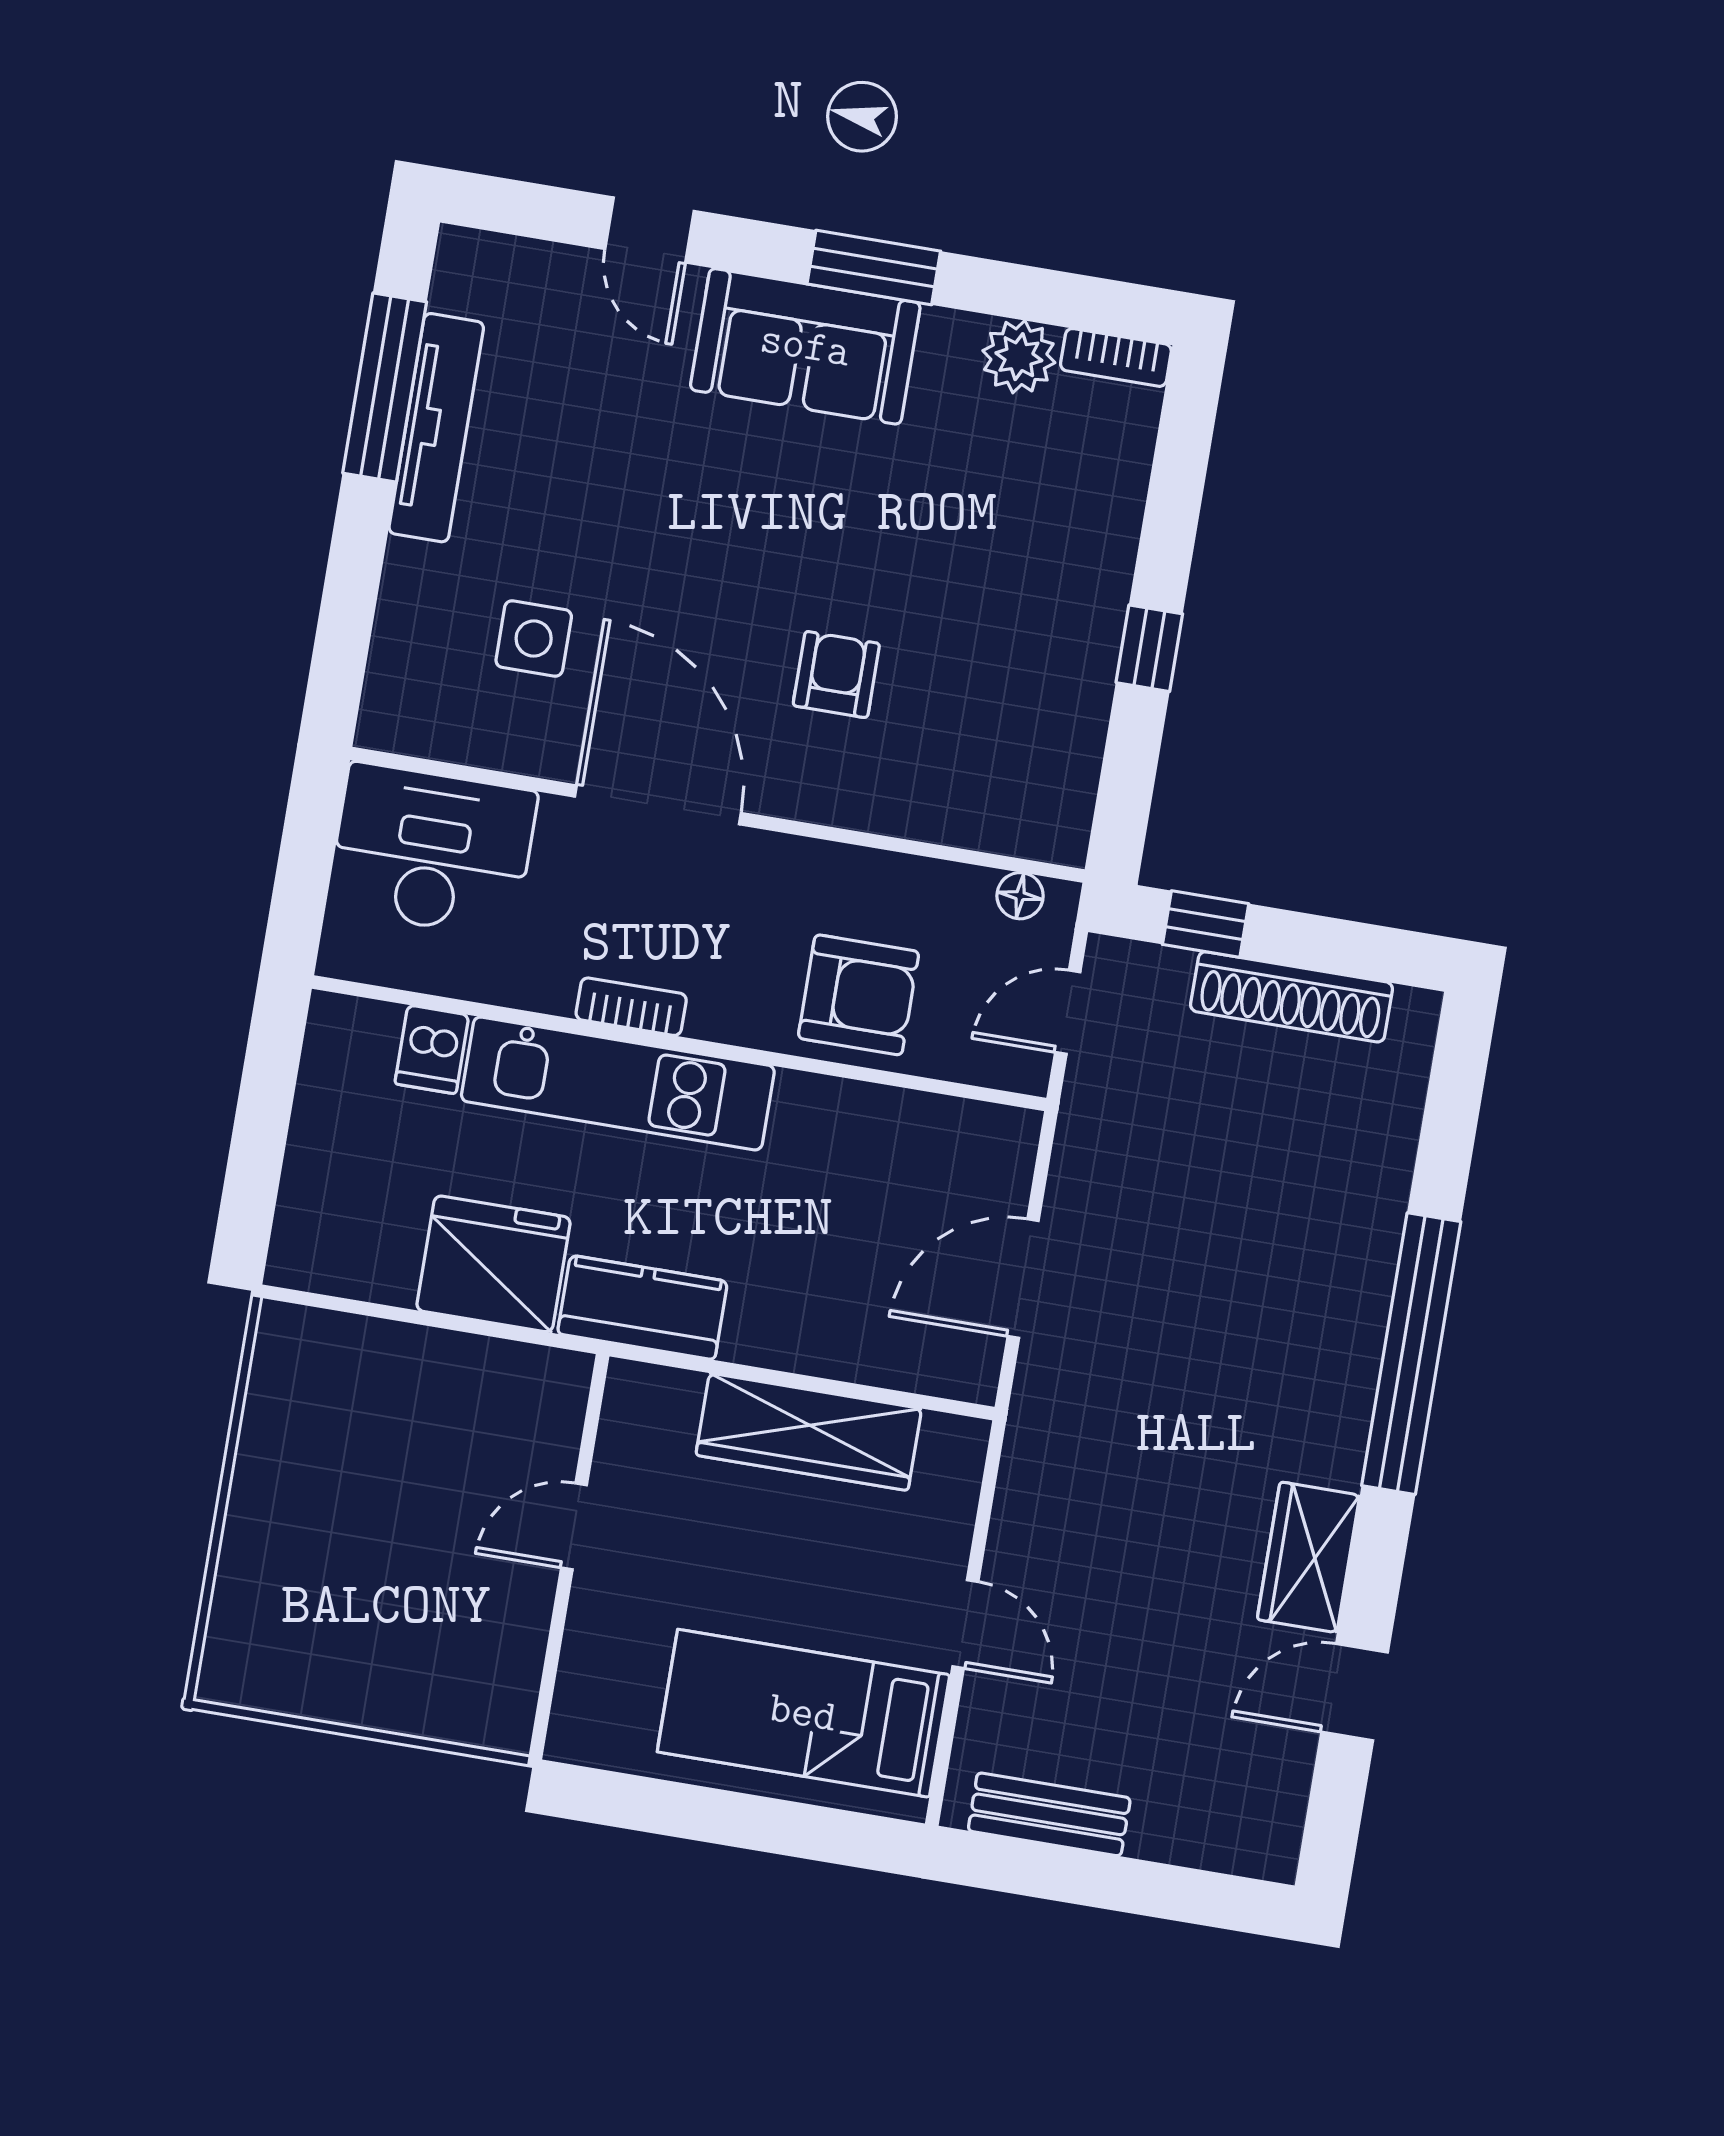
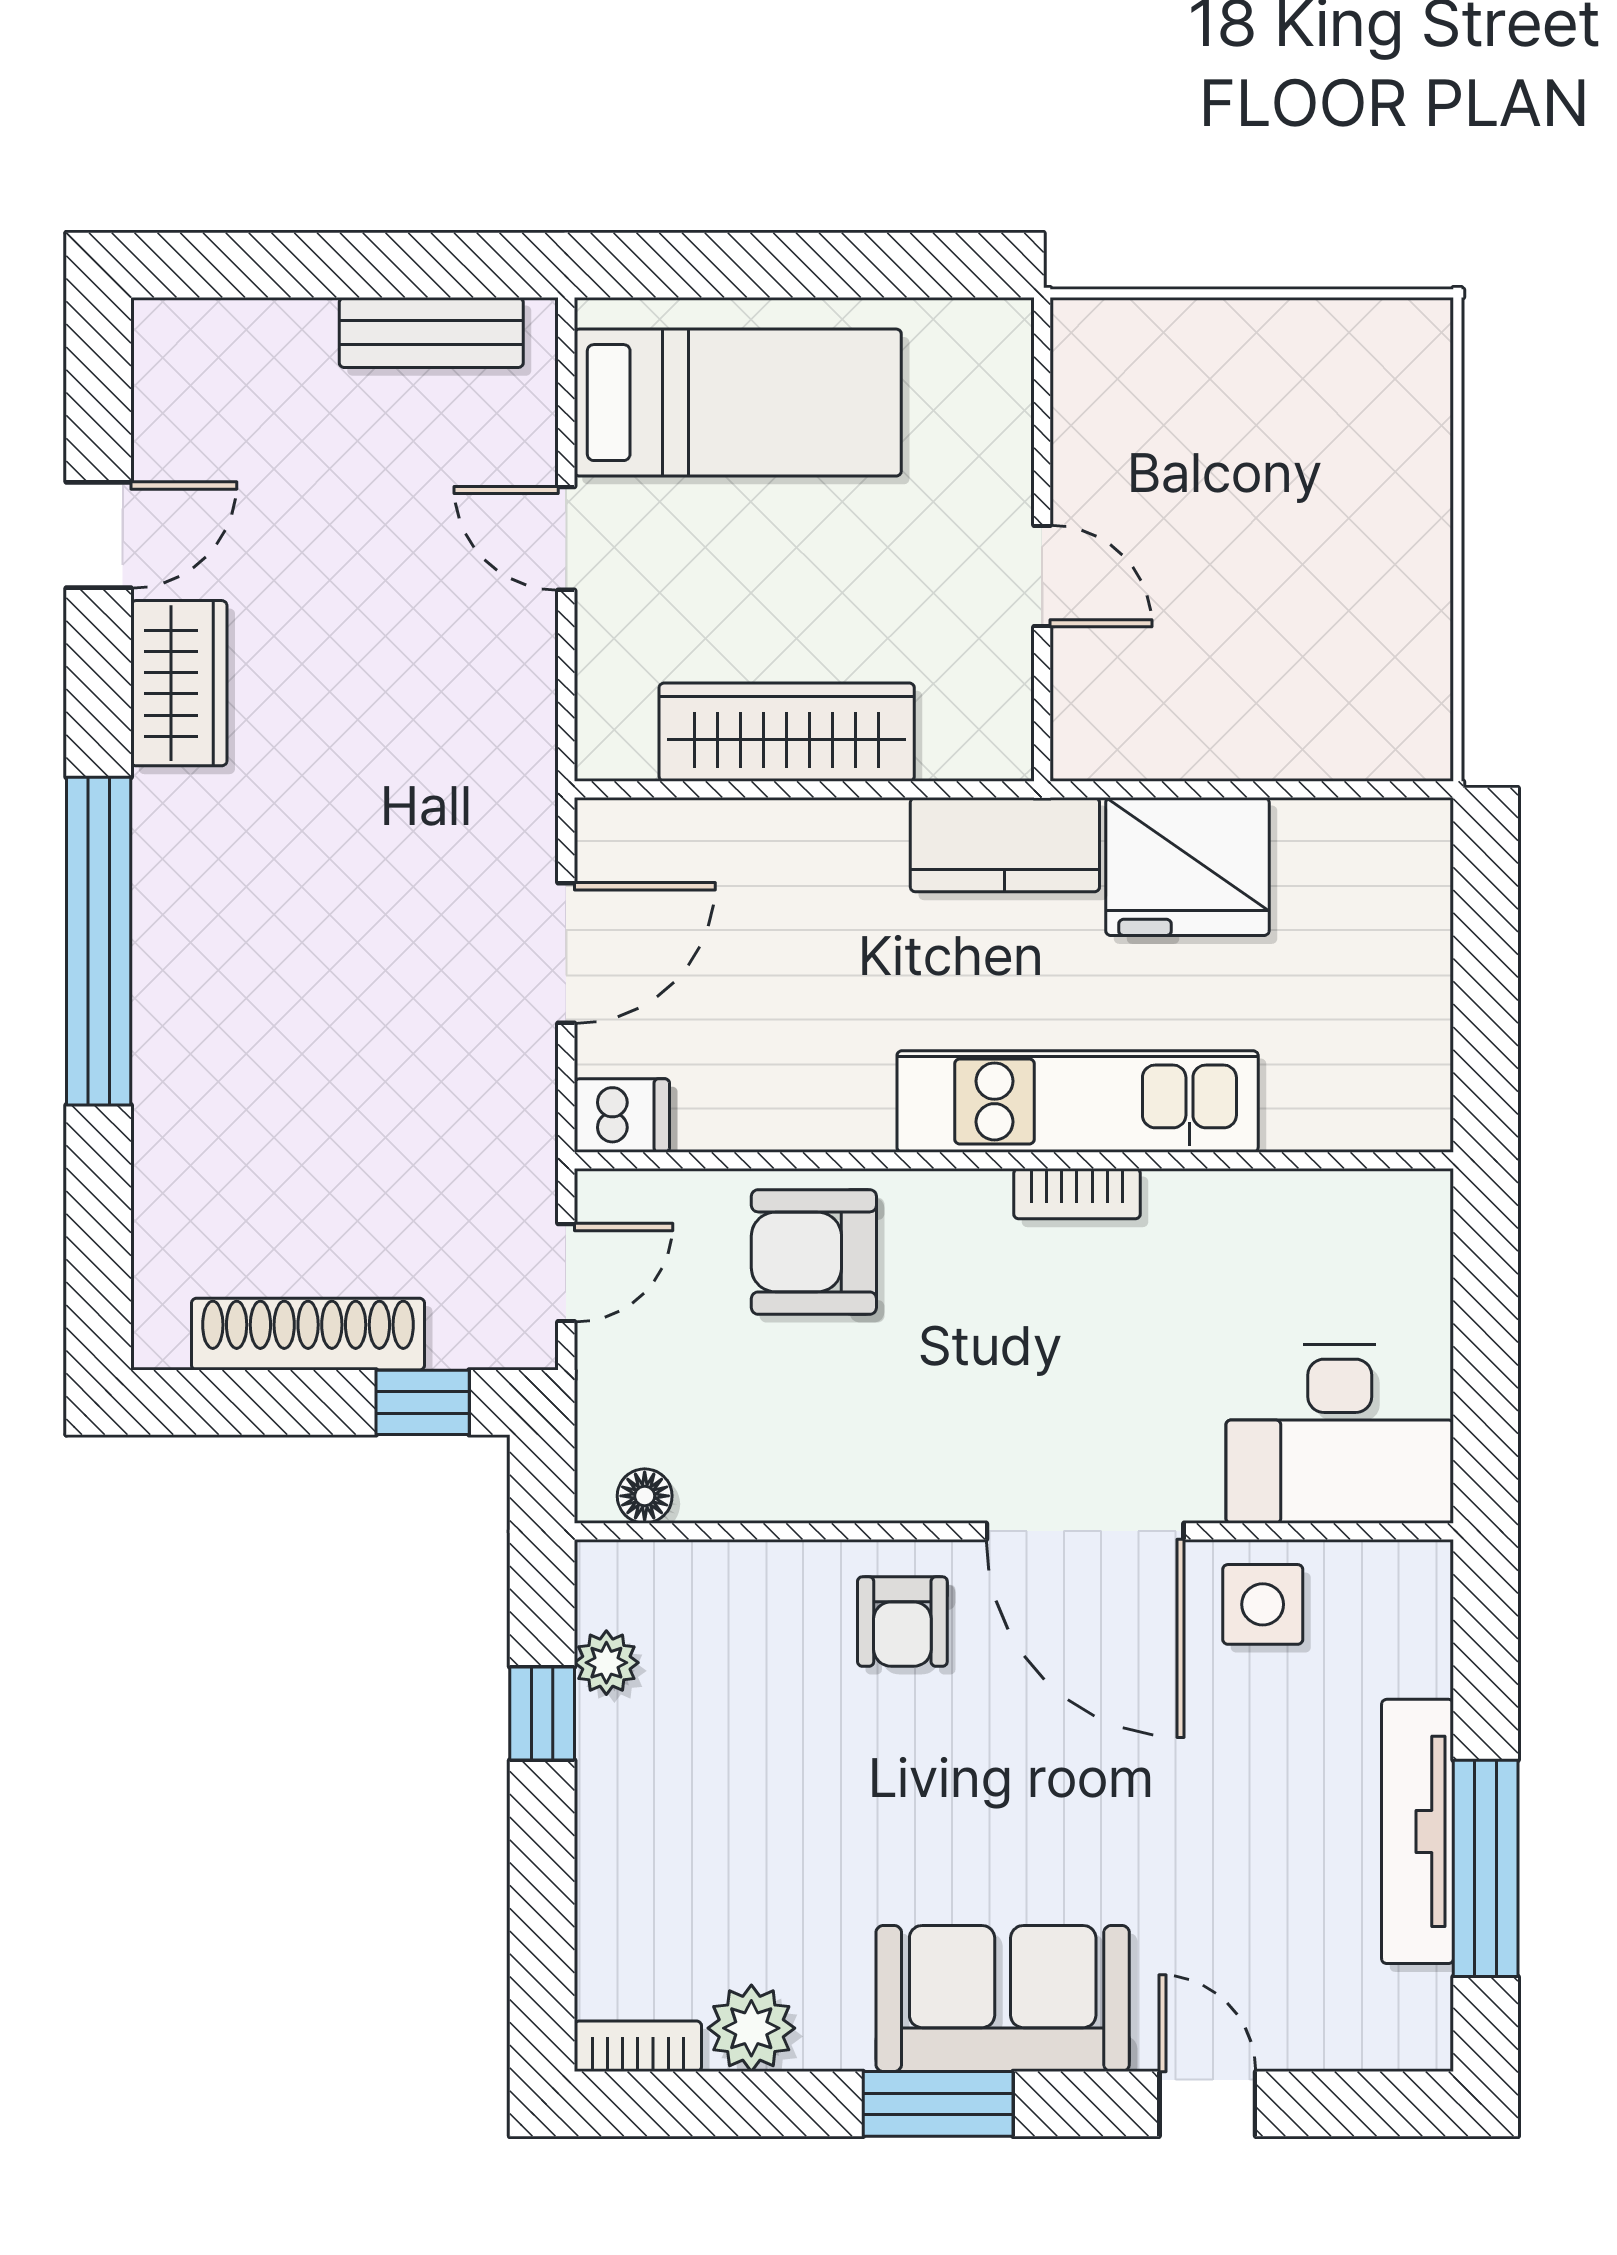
plant: (1089, 681) -> (606, 1663), added
door: (658, 805) -> (1085, 1531), moved
wall: (717, 815) -> (1014, 1531), moved
desk: (432, 850) -> (1340, 1434), moved
floor lamp: (1020, 896) -> (645, 1496), moved
dishwasher: (432, 1049) -> (622, 1116), moved, turned 90
door: (574, 1526) -> (1042, 576), hinge flipped

